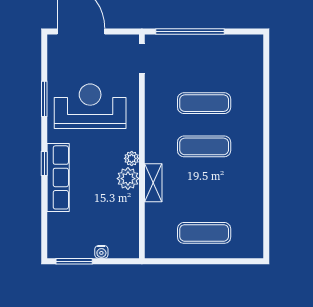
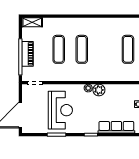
piano: (196, 45) -> (28, 54), added
reception desk: (90, 106) -> (60, 110), turned 180
row of seats: (58, 177) -> (116, 127), moved
shelving: (153, 183) -> (32, 22), moved

